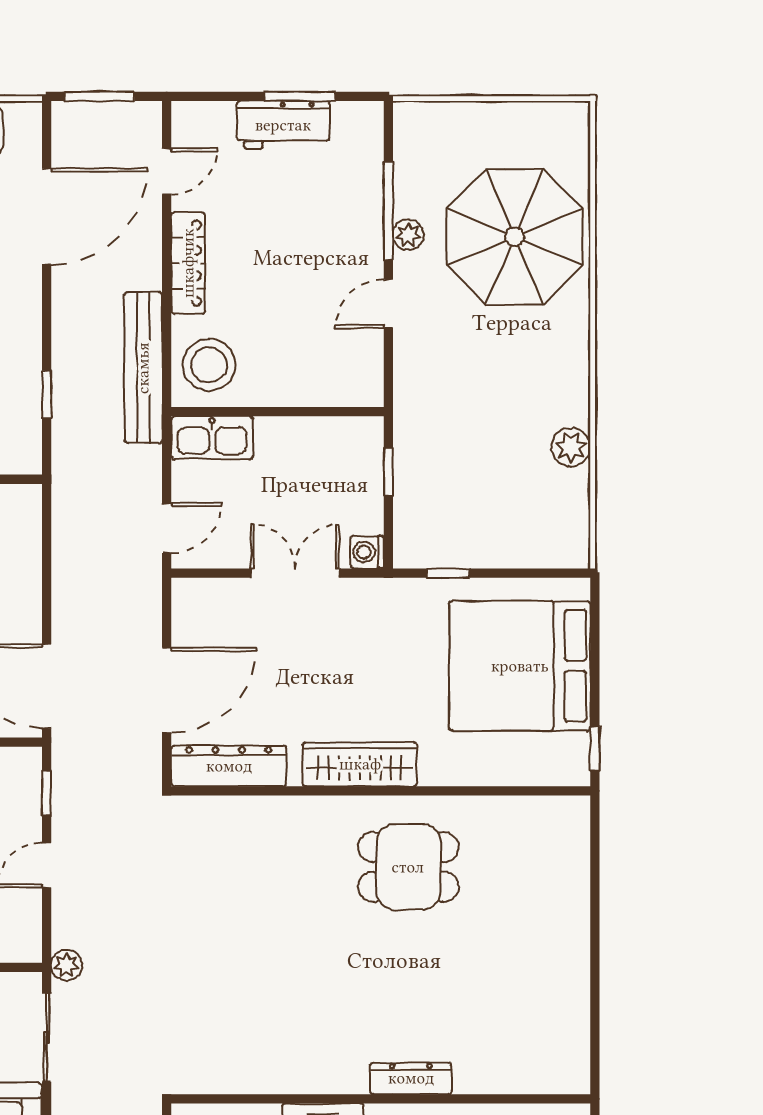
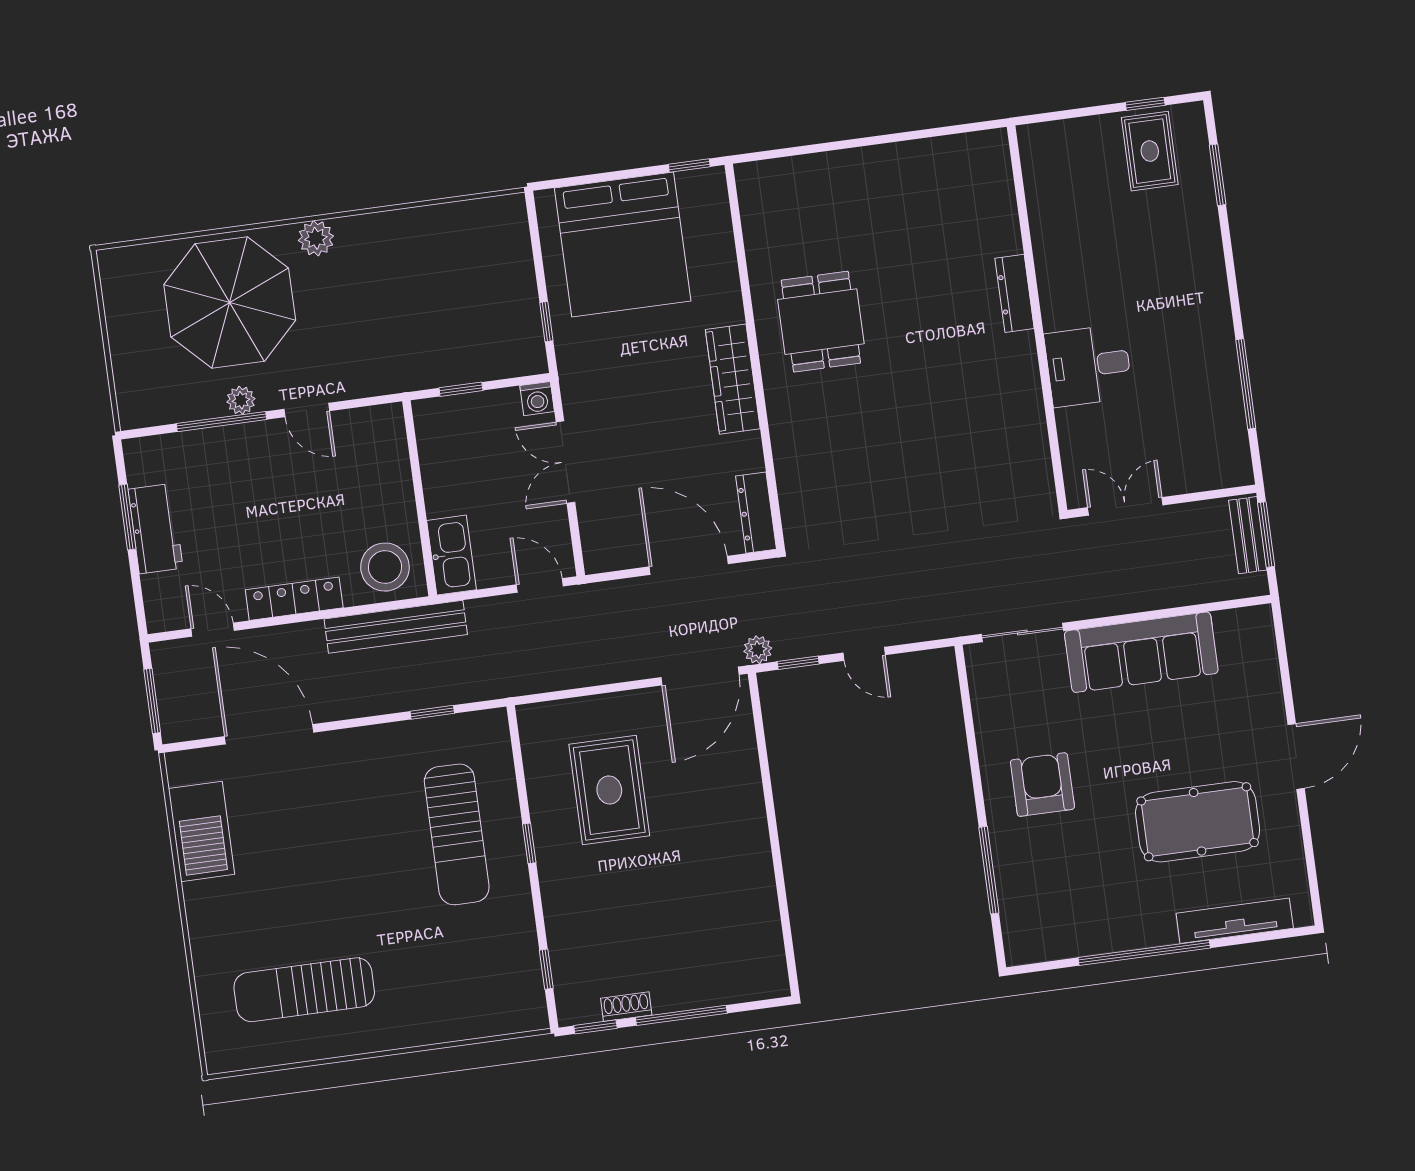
plant: (571, 447) -> (316, 238), moved
dresser: (229, 766) -> (756, 513), width x0.73, depth x0.80
plant: (66, 965) -> (758, 650), moved

